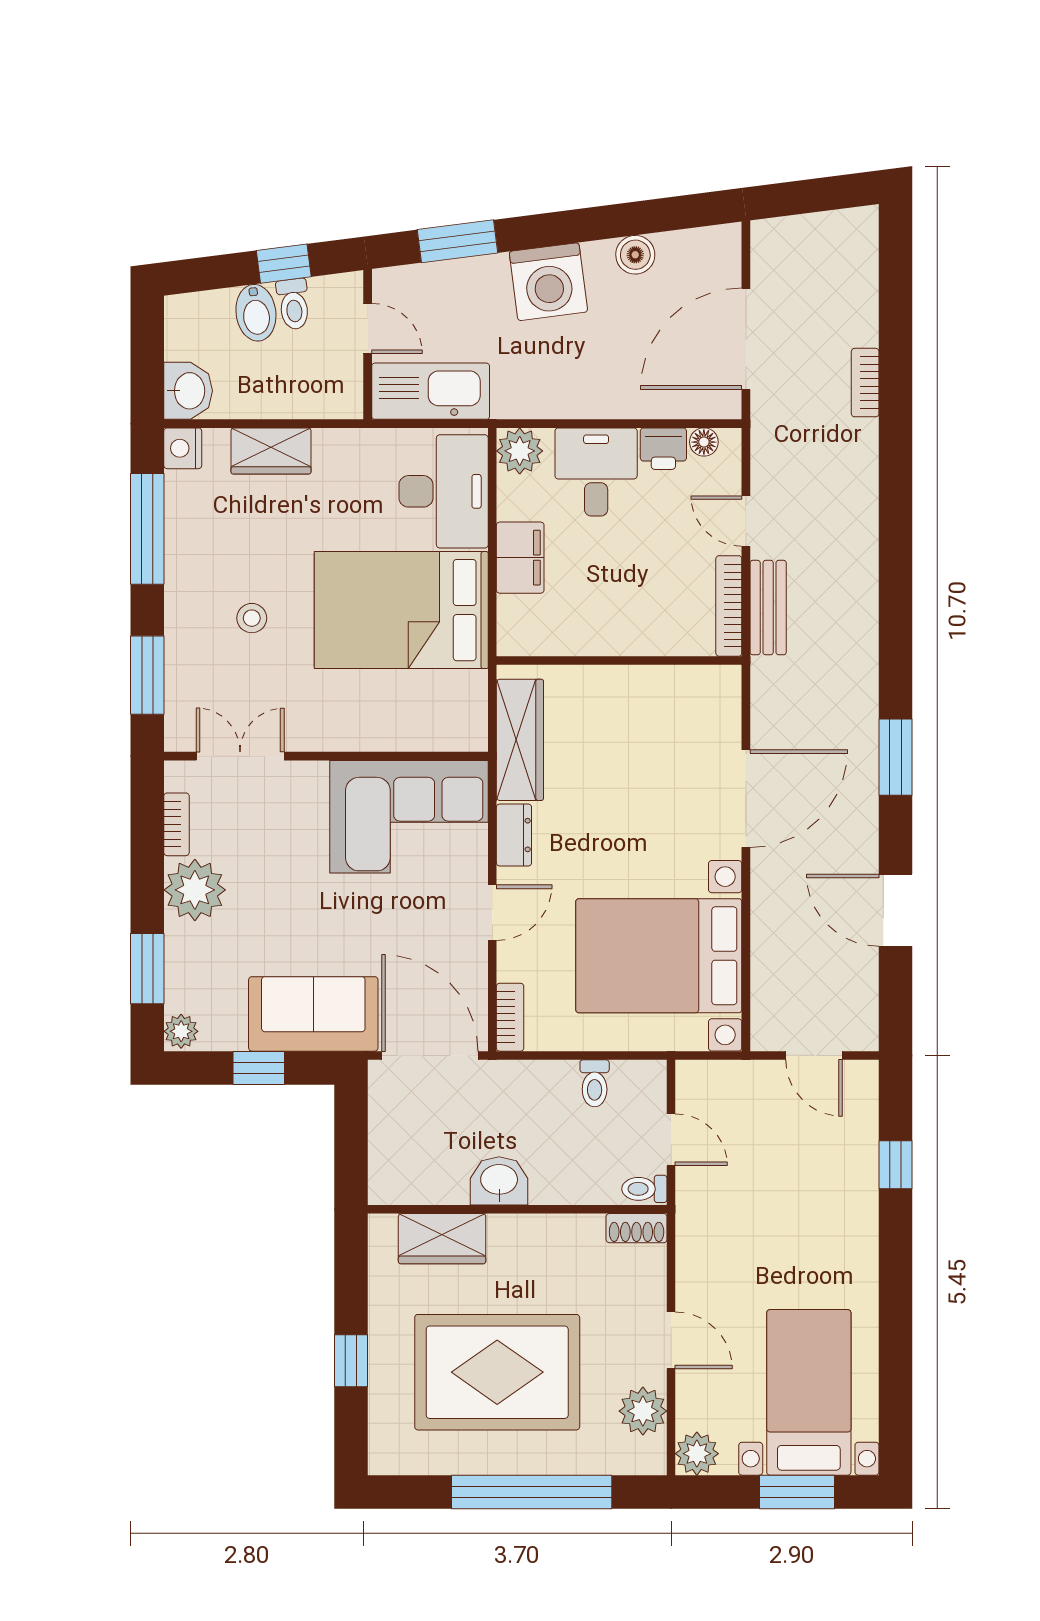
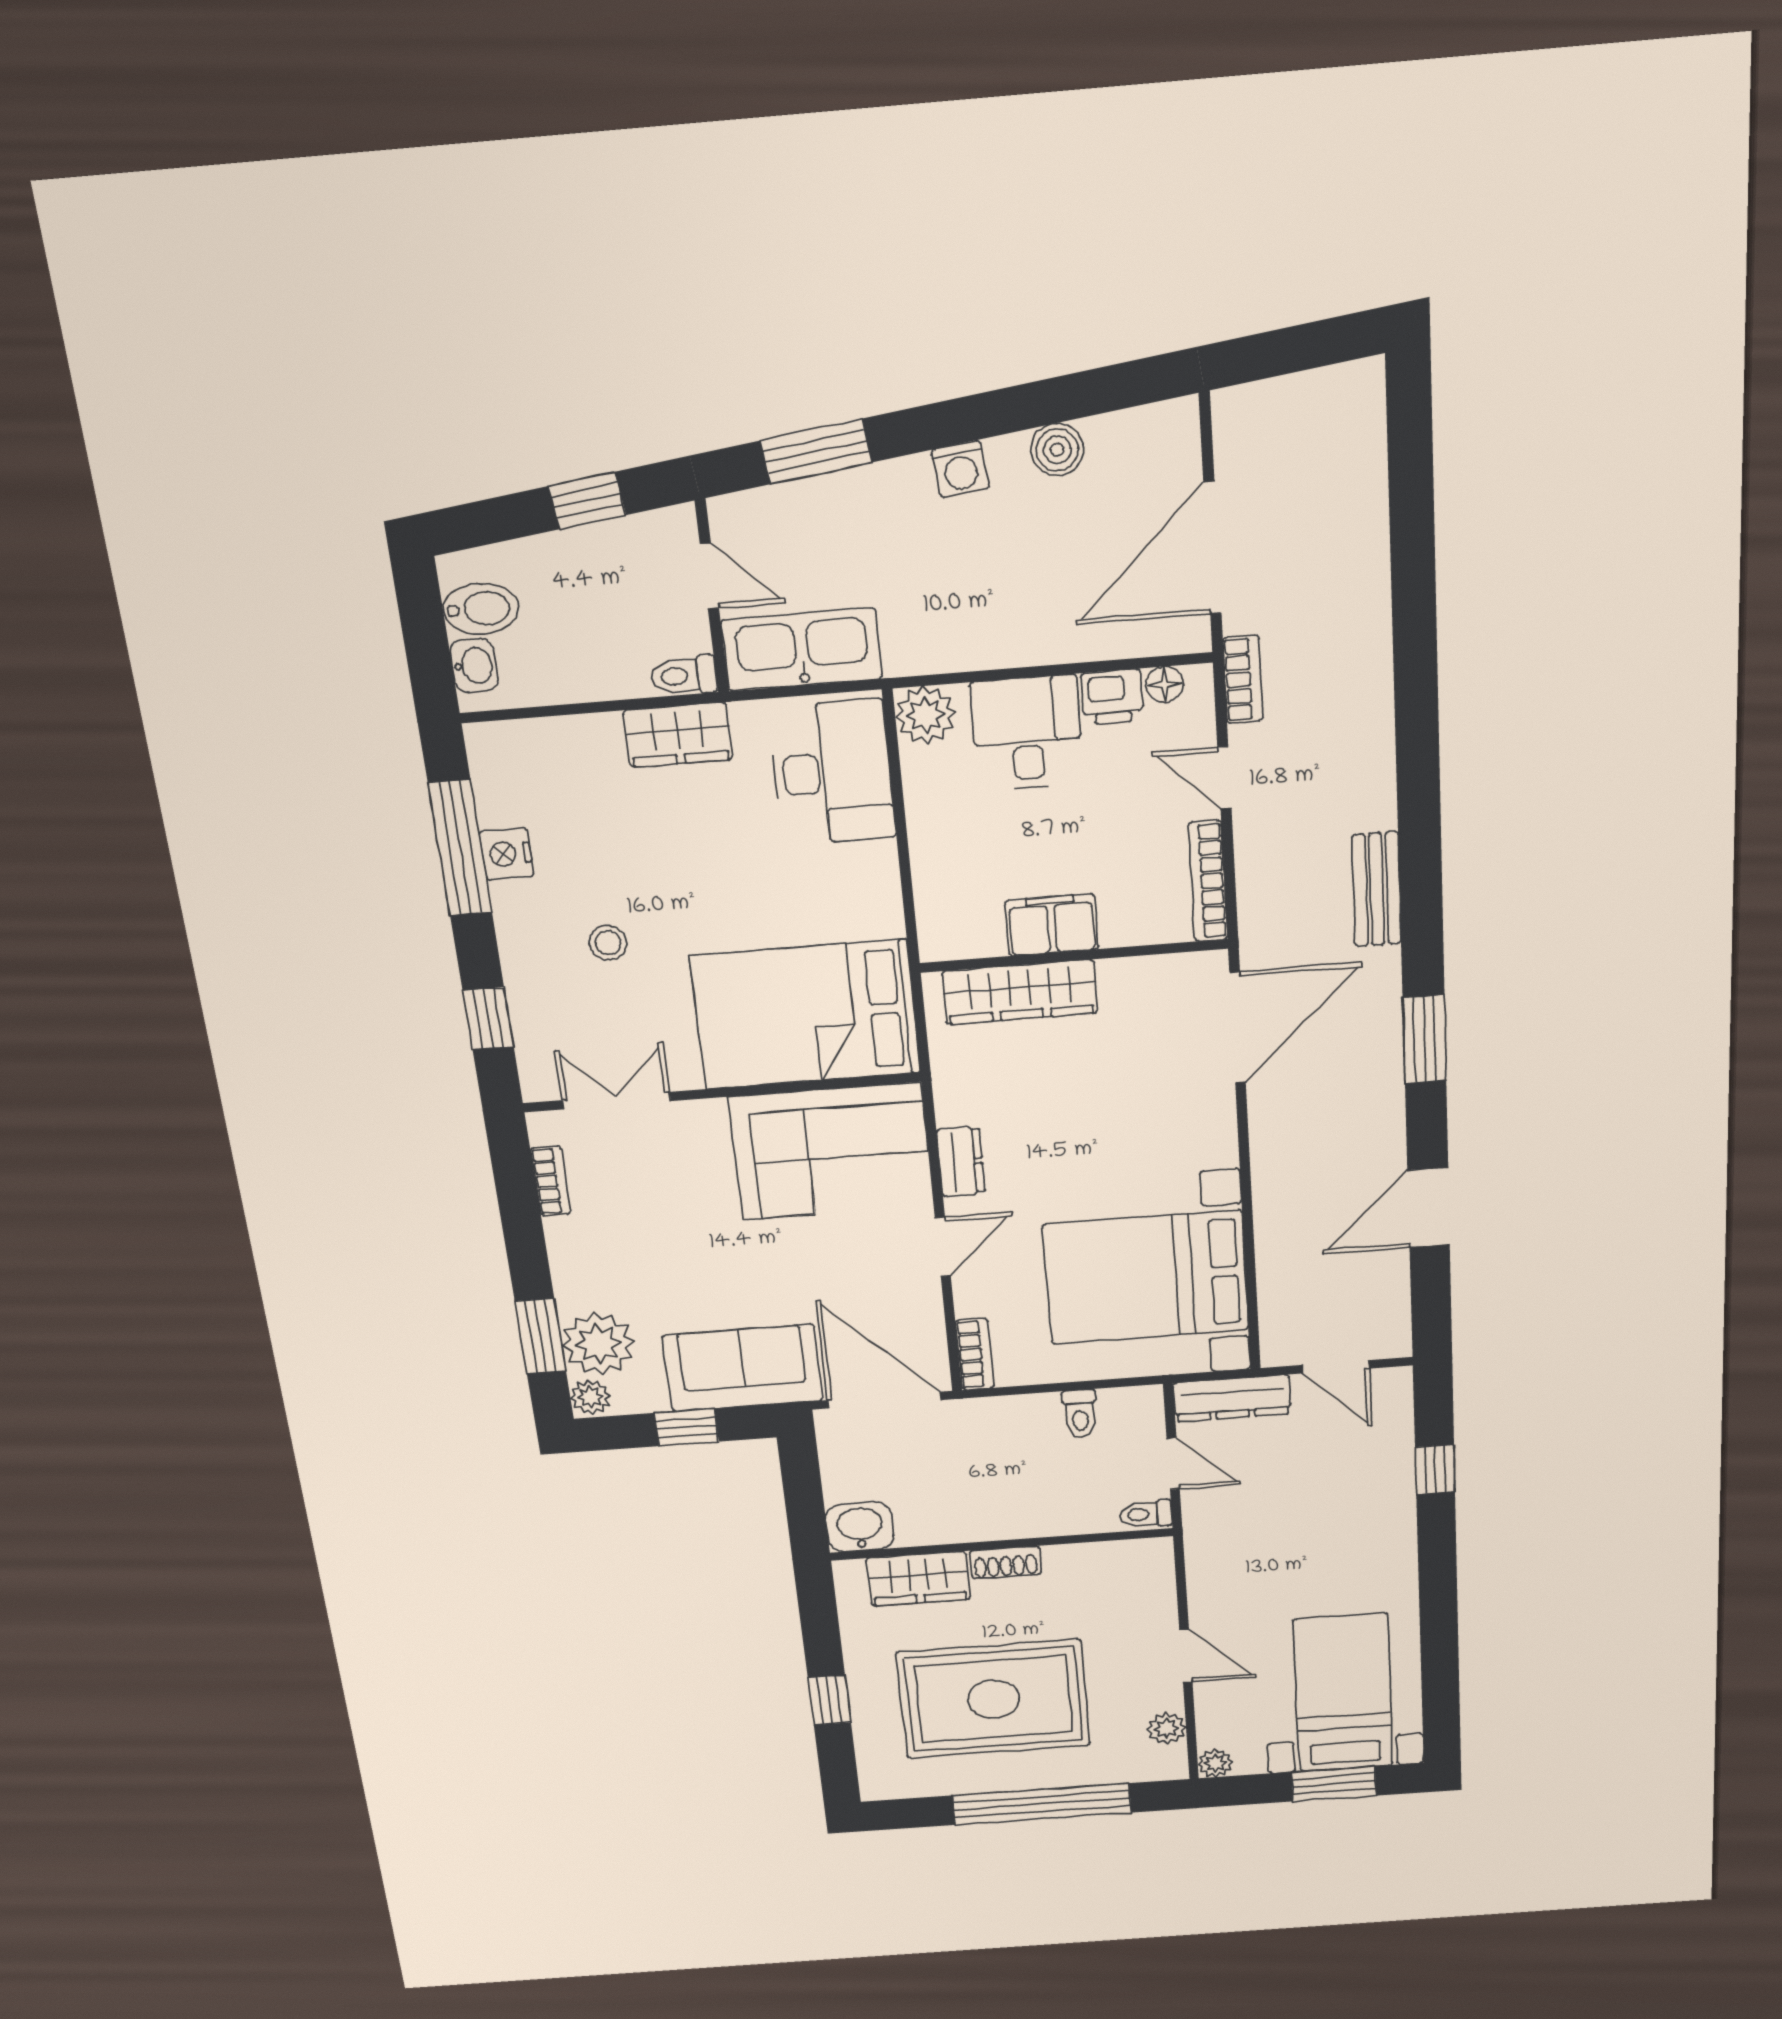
washing machine: (548, 282) -> (960, 469), width x0.53, depth x0.53
toilet: (294, 304) -> (684, 676), moved, turned 97
bidet: (256, 313) -> (481, 609), moved, turned -83
bookcase: (865, 383) -> (1243, 679), moved, turned 180
washbasin: (188, 391) -> (474, 666), width x0.72, depth x0.69
nightstand: (183, 448) -> (507, 854), moved
wardrobe: (271, 451) -> (678, 735), moved
filing cabinet: (520, 558) -> (1052, 925), moved, turned -90
bench: (768, 608) -> (1377, 889), moved
bed: (401, 610) -> (806, 1015), moved
window: (147, 675) -> (488, 1019), width x0.67
wardrobe: (520, 740) -> (1020, 992), moved, turned 90
door: (746, 799) -> (1238, 1028), moved
plant: (195, 890) -> (598, 1344), moved
door: (896, 910) -> (1429, 1208), hinge flipped
dresser: (725, 1079) -> (1232, 1398), added
washbasin: (499, 1181) -> (860, 1527), moved
shoe rack: (637, 1228) -> (1005, 1562), moved
plant: (643, 1411) -> (1167, 1728), width x0.73, depth x0.73
plant: (697, 1454) -> (1215, 1763), width x0.73, depth x0.73

